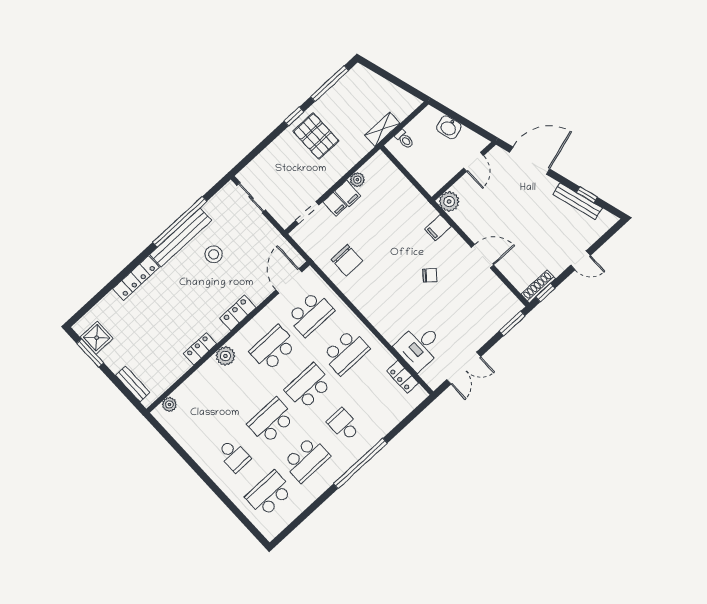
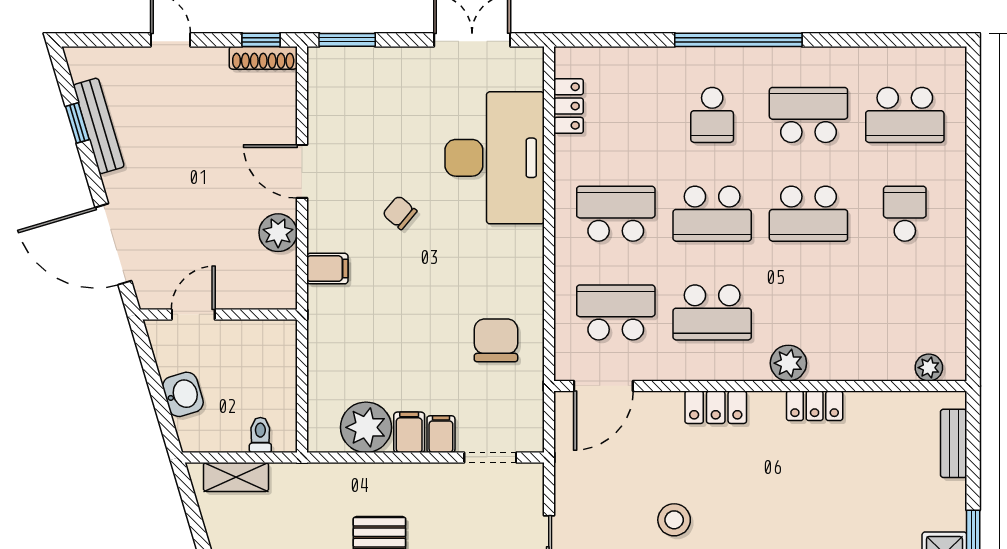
shelving: (382, 129) -> (236, 477), moved
plant: (357, 180) -> (366, 427), width x1.88, depth x1.88
plant: (449, 202) -> (278, 233), moved
desk: (419, 346) -> (495, 158), width x1.87, depth x1.30

